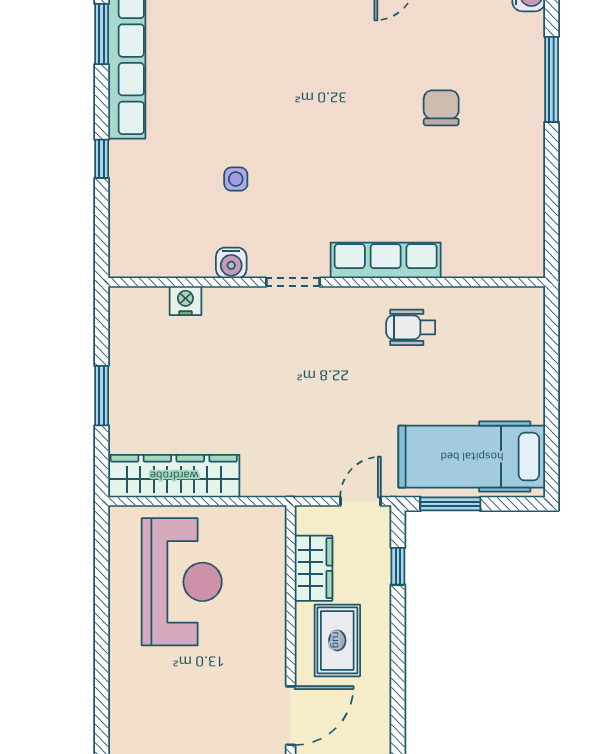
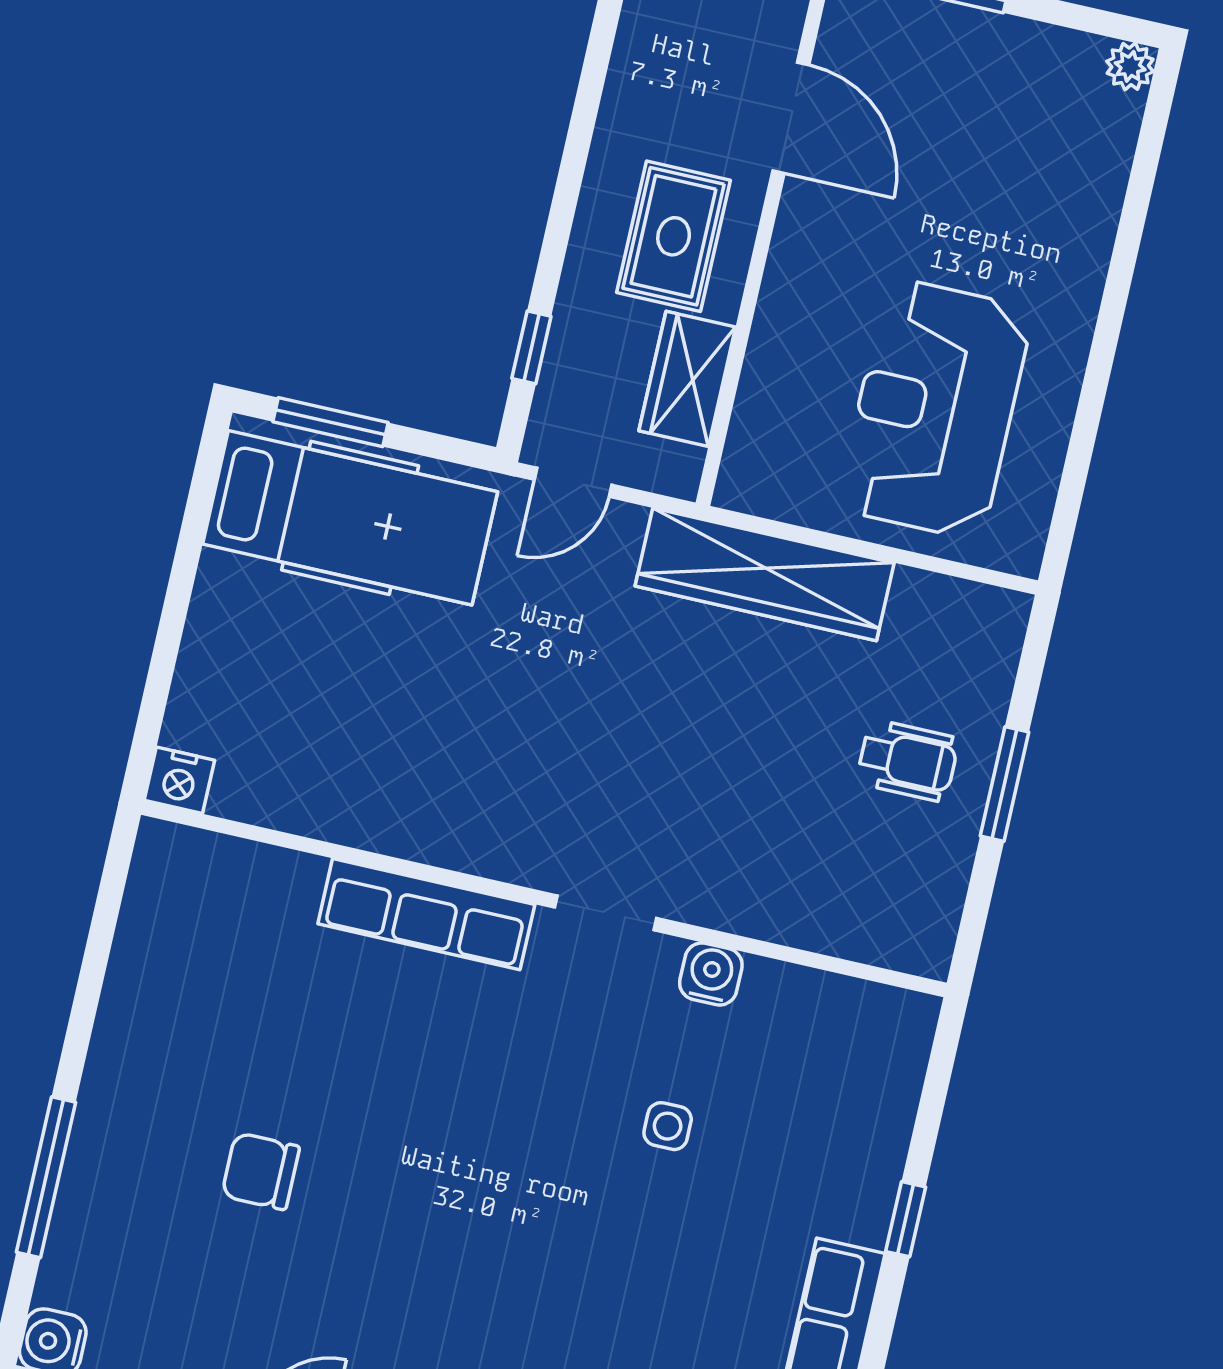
chair: (441, 108) -> (261, 1171), turned 90
nightstand: (185, 301) -> (179, 780), moved
wheelchair: (411, 327) -> (908, 761), moved
wardrobe: (174, 476) -> (765, 574), moved
window: (450, 504) -> (331, 422), moved
door: (291, 716) -> (791, 118), swing flipped

